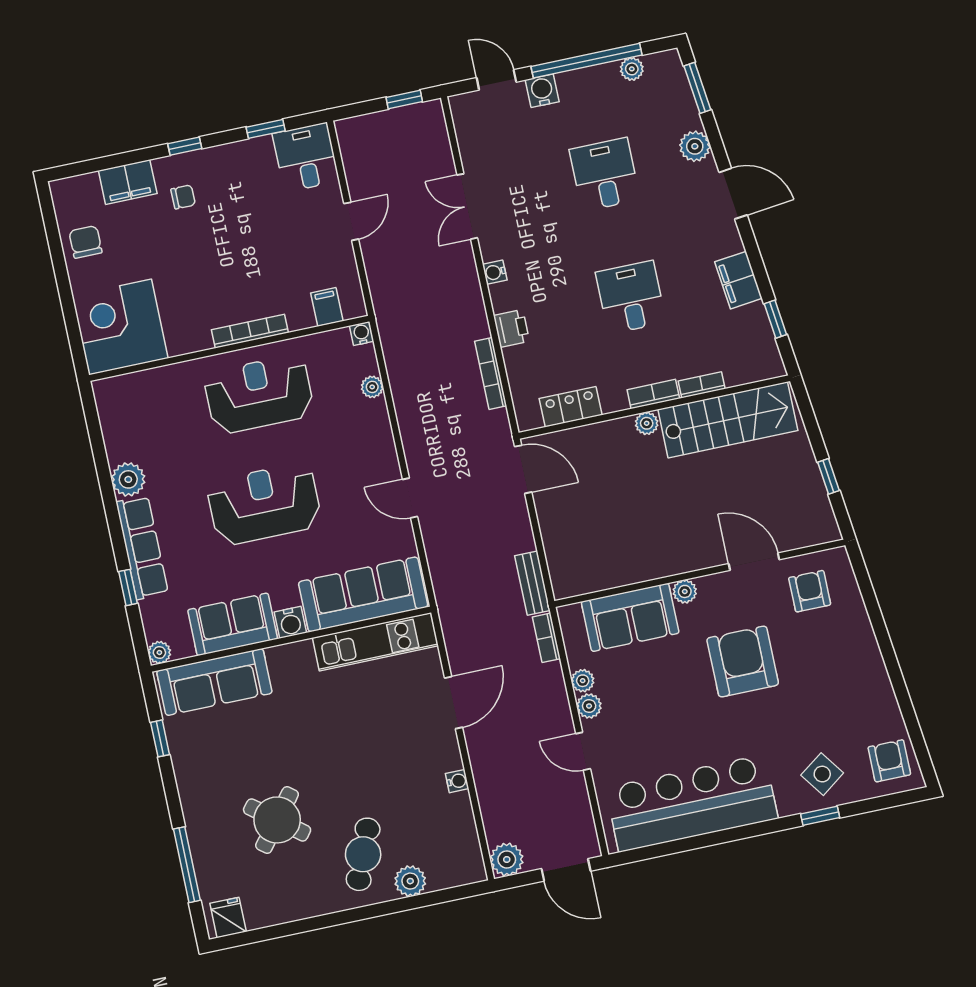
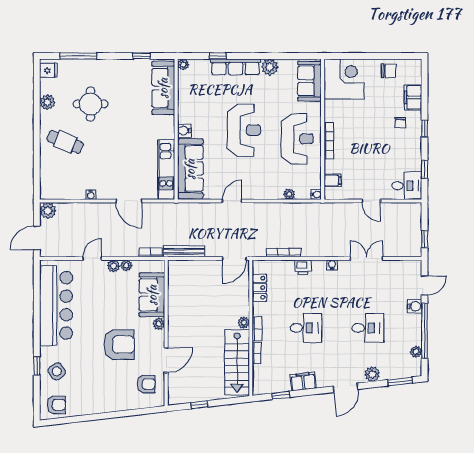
bench: (532, 583) -> (184, 251), width x1.36
sofa: (233, 624) -> (309, 81), moved, turned 180
round table: (277, 820) -> (90, 104), turned -38
plant: (410, 881) -> (47, 102), moved

